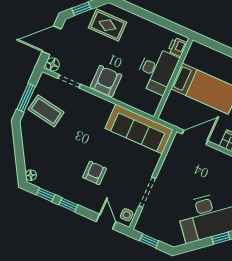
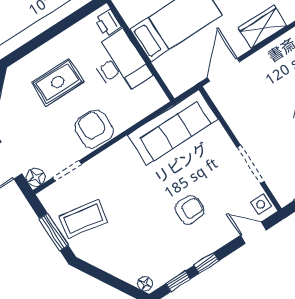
rug: (107, 25) -> (58, 82), moved
armchair: (95, 173) -> (190, 210), turned 90

